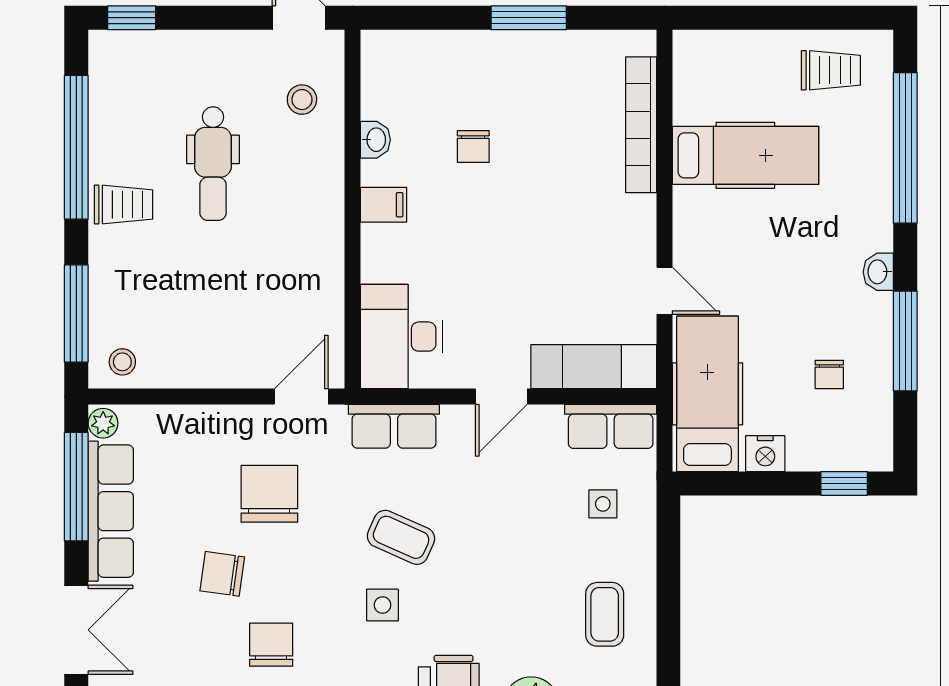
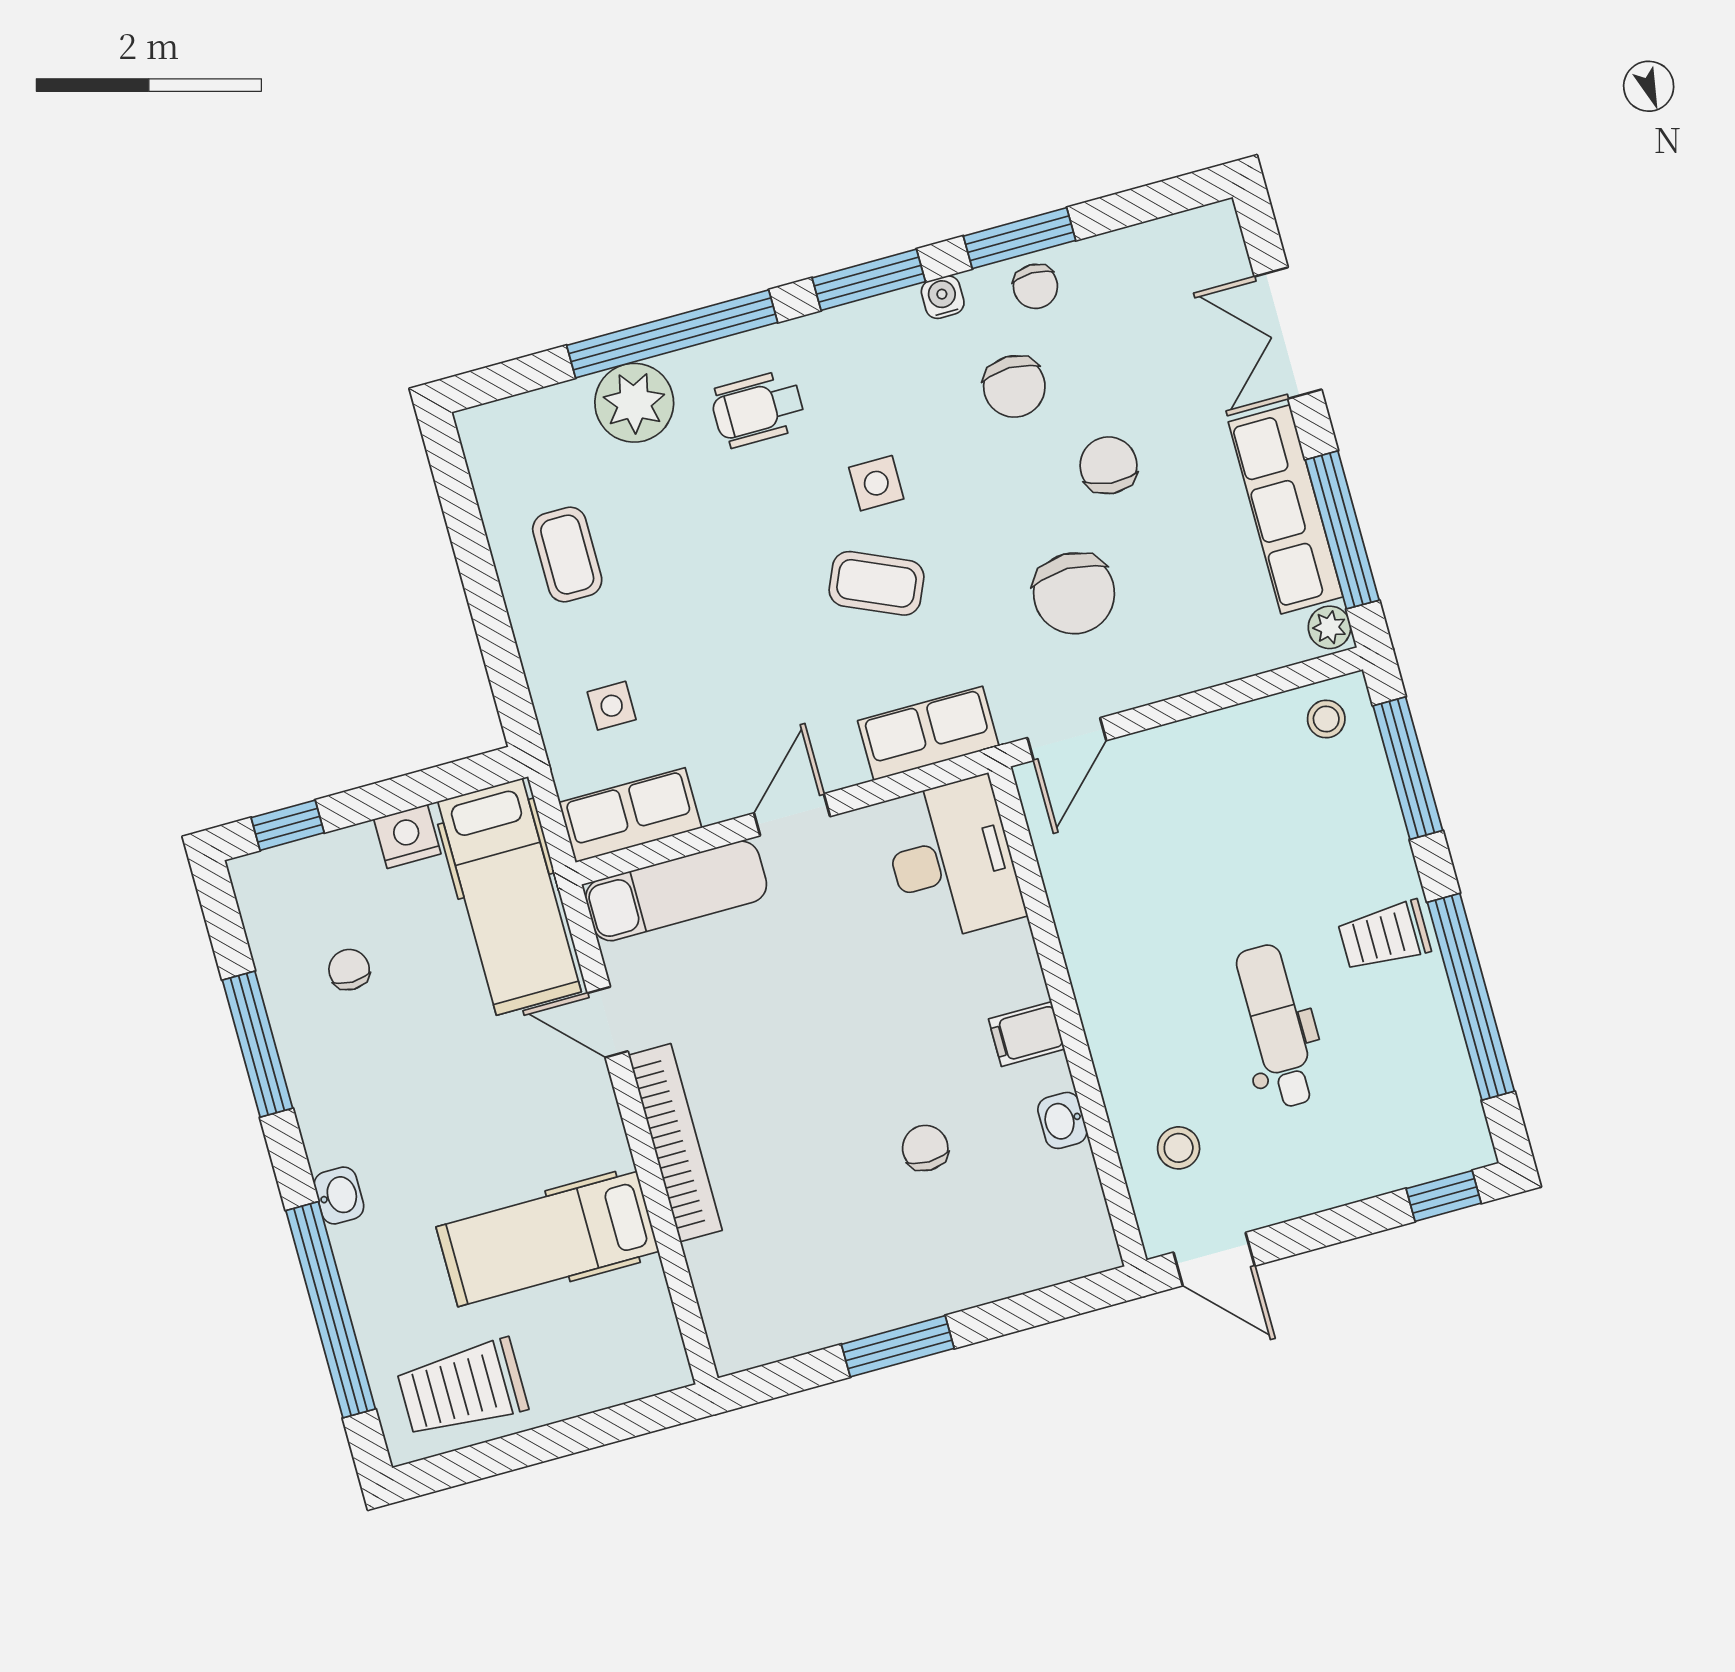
trolley: (831, 70) -> (462, 1388), width x1.36, depth x1.39
bookcase: (641, 125) -> (675, 1143), moved
washbasin: (878, 272) -> (339, 1196), moved
chair: (222, 574) -> (1108, 465), turned -93

